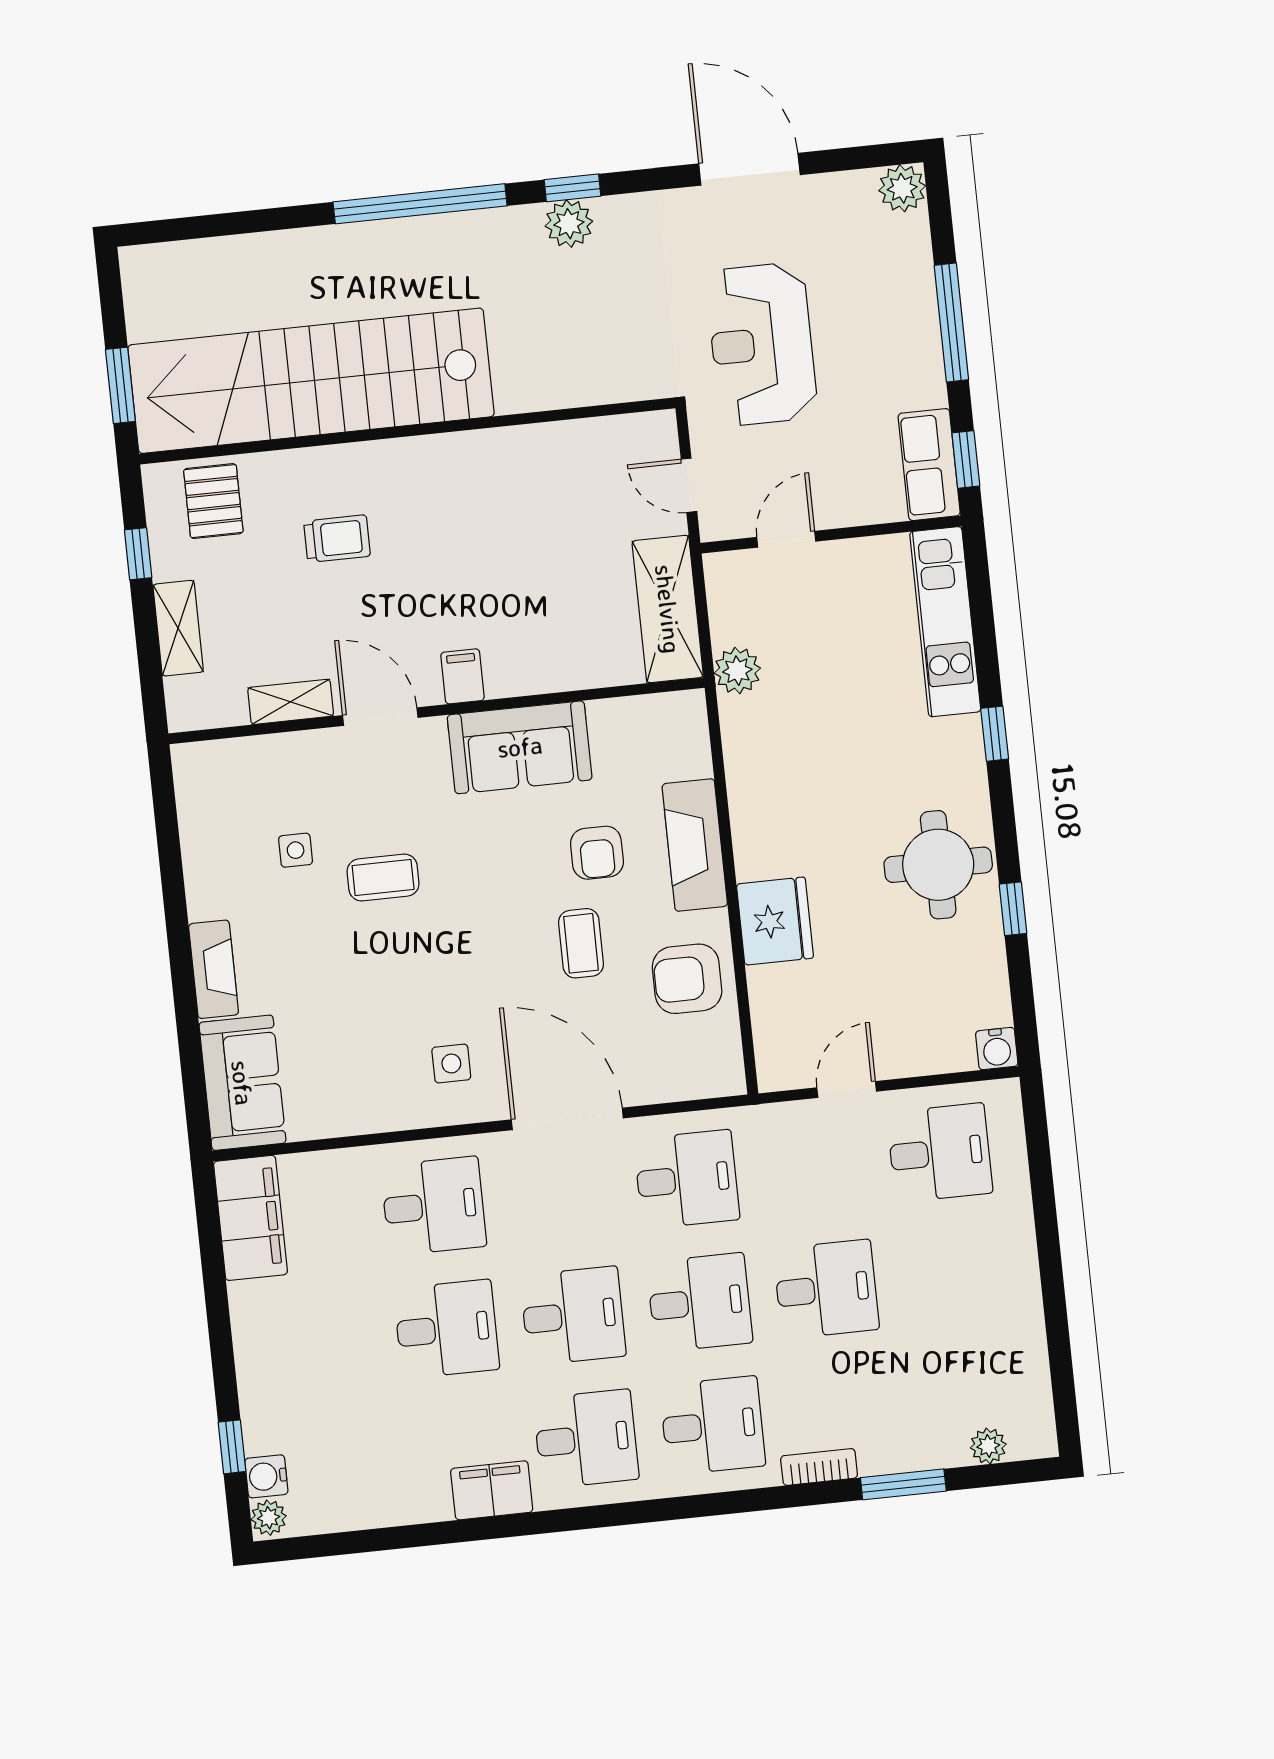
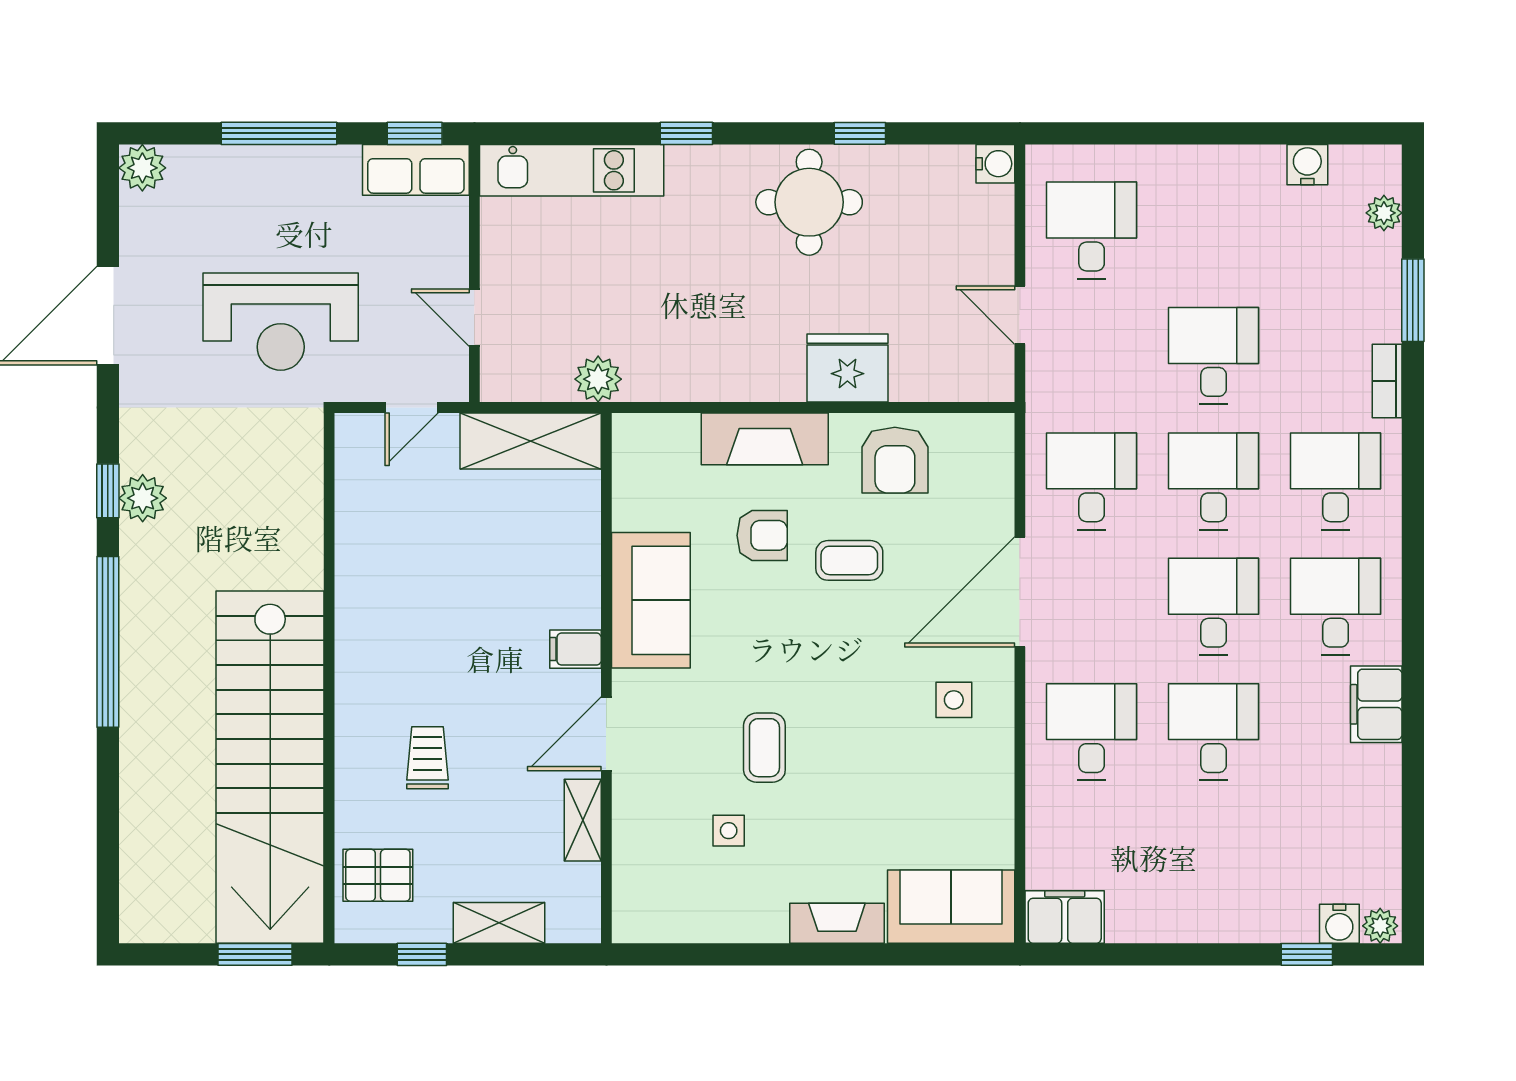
filing cabinet: (250, 1218) -> (1065, 917), width x0.67, depth x0.86
water cooler: (1029, 1363) -> (1307, 165), added

